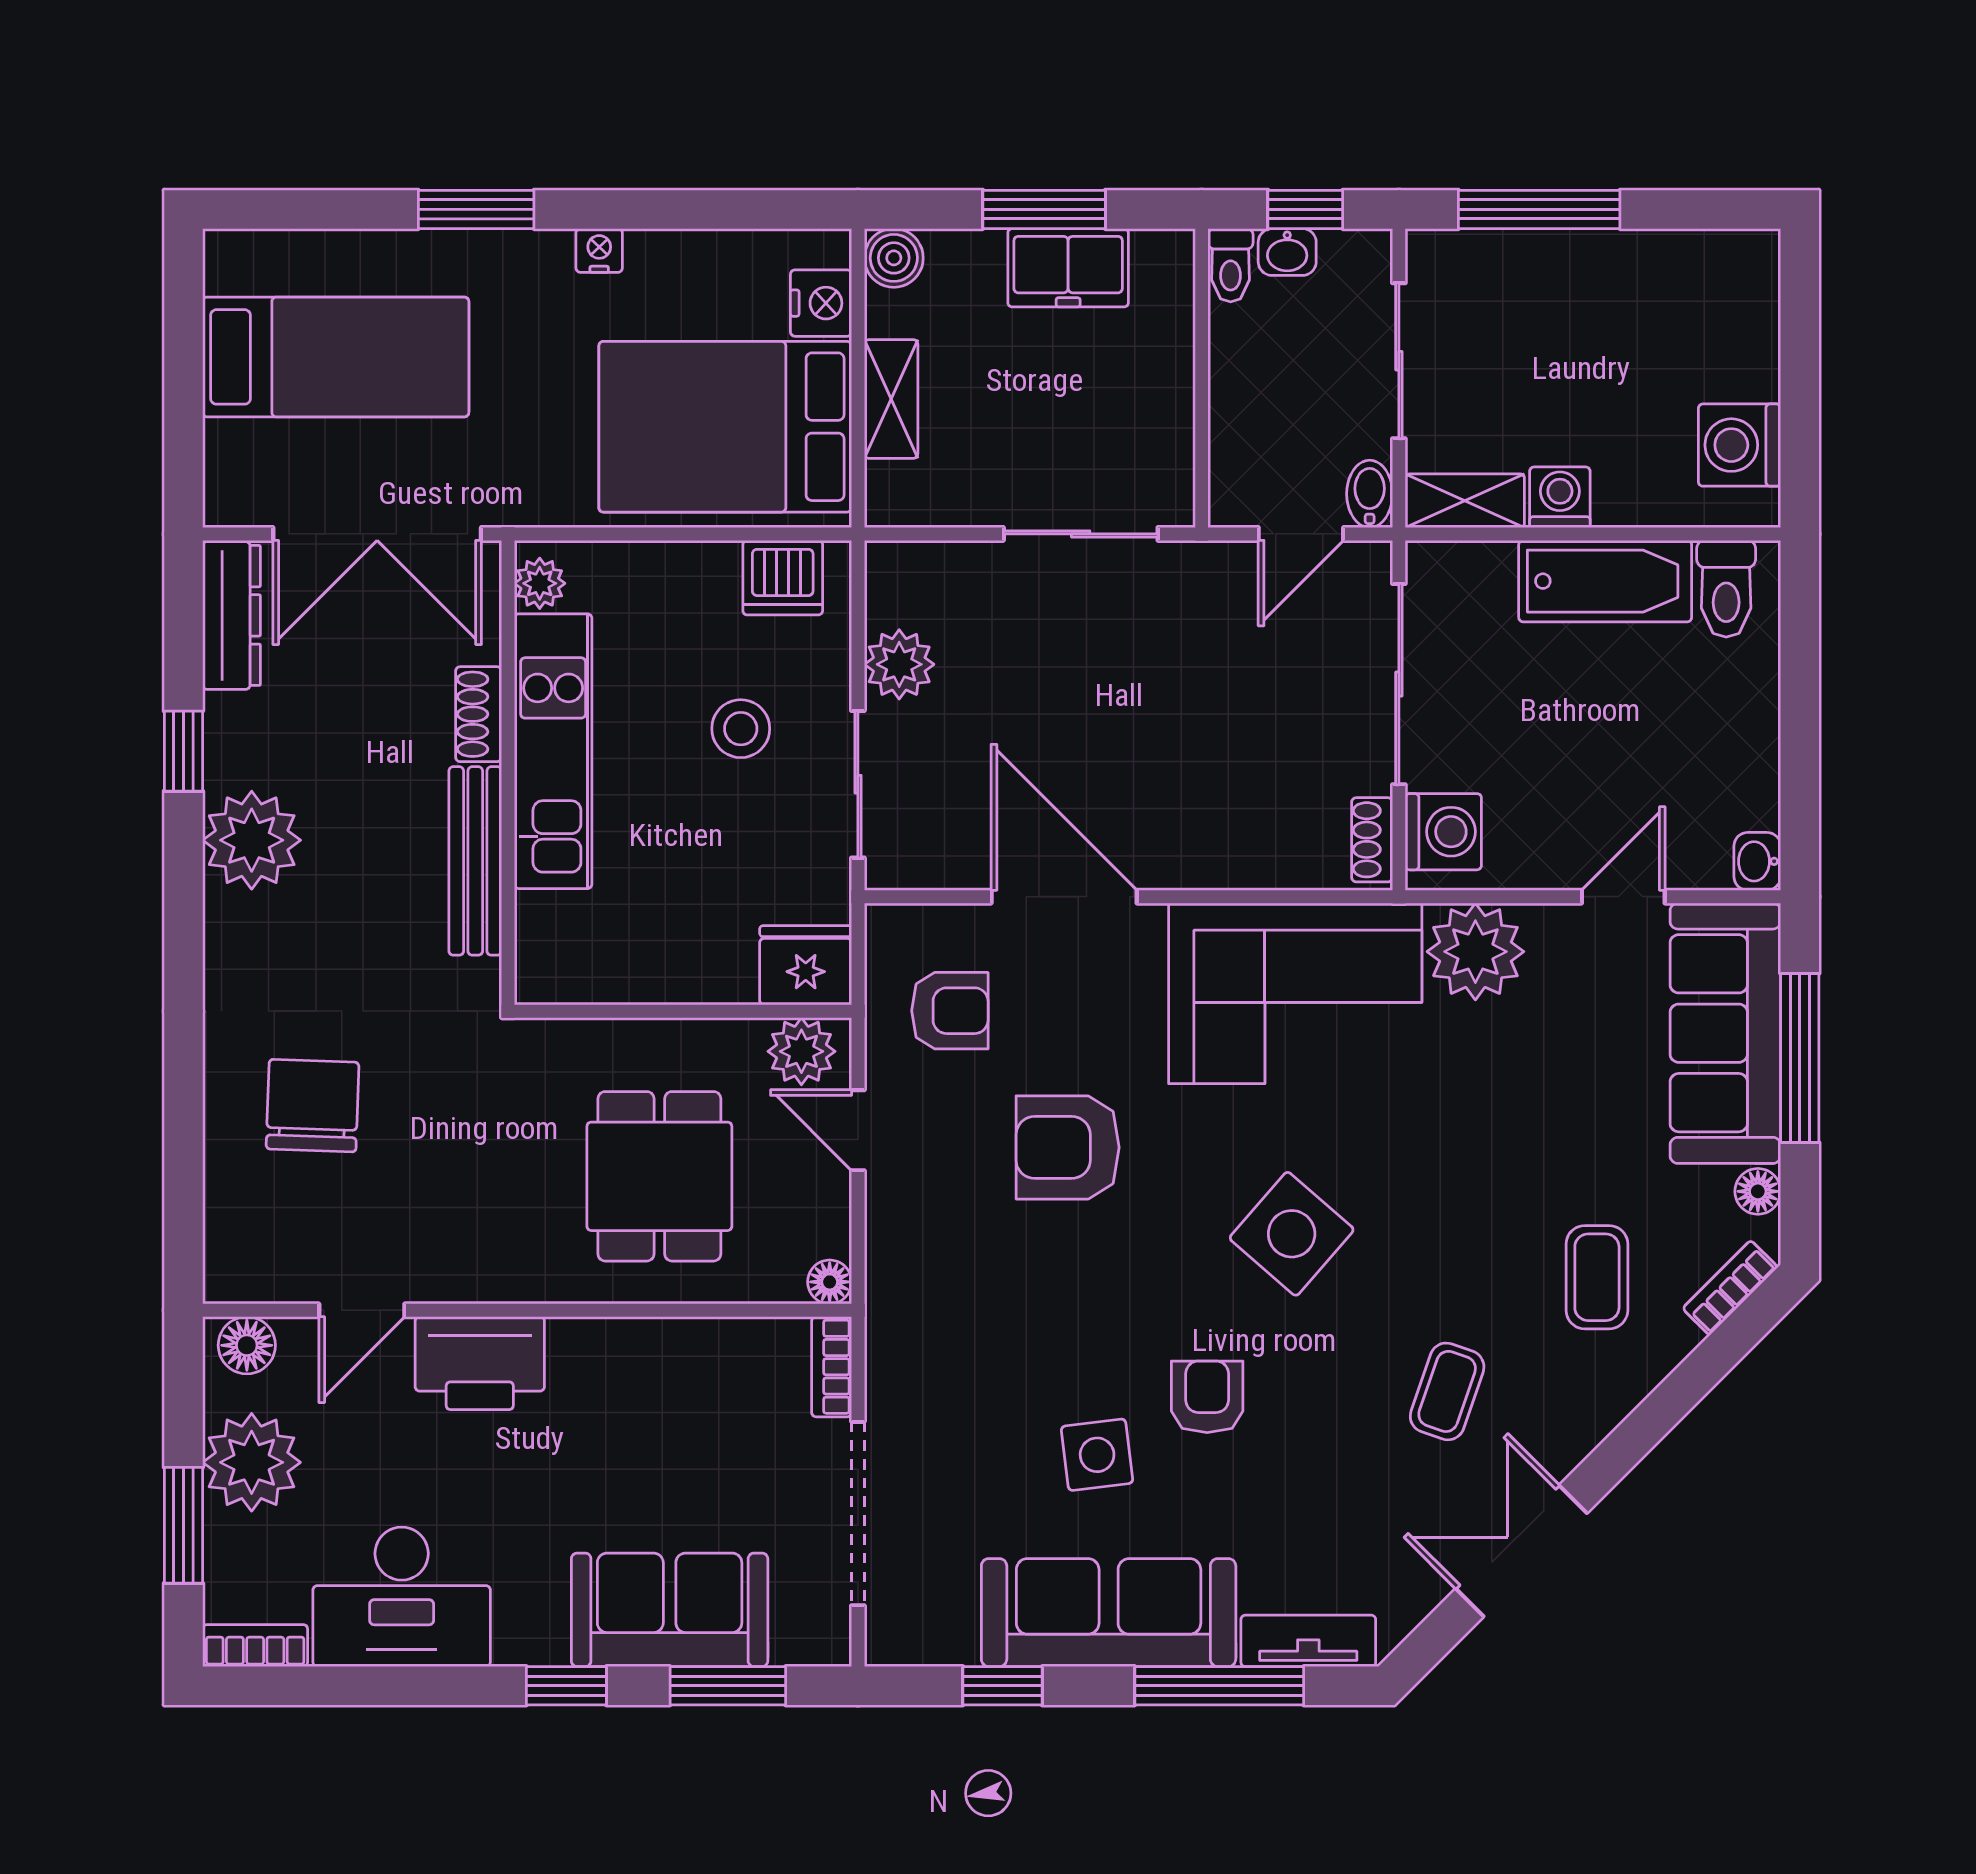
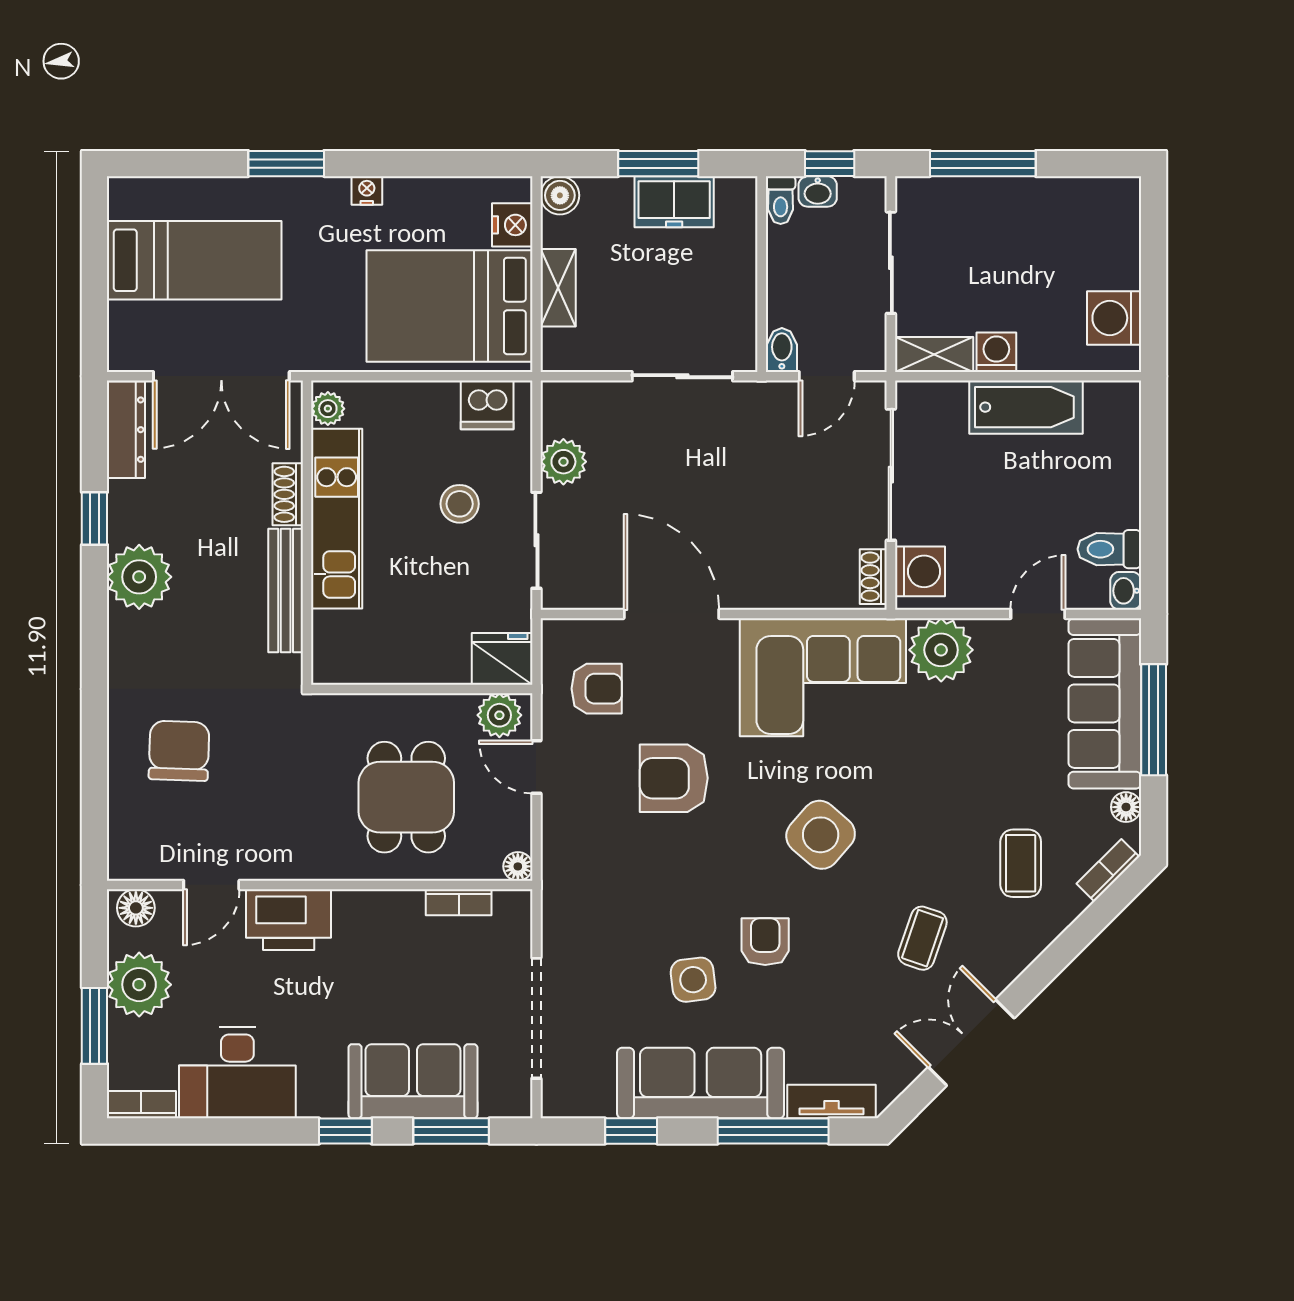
bidet: (1370, 494) -> (782, 350), moved
toilet: (1726, 589) -> (1109, 549), moved, turned 90
bookcase: (832, 1367) -> (459, 902), moved, turned -90

